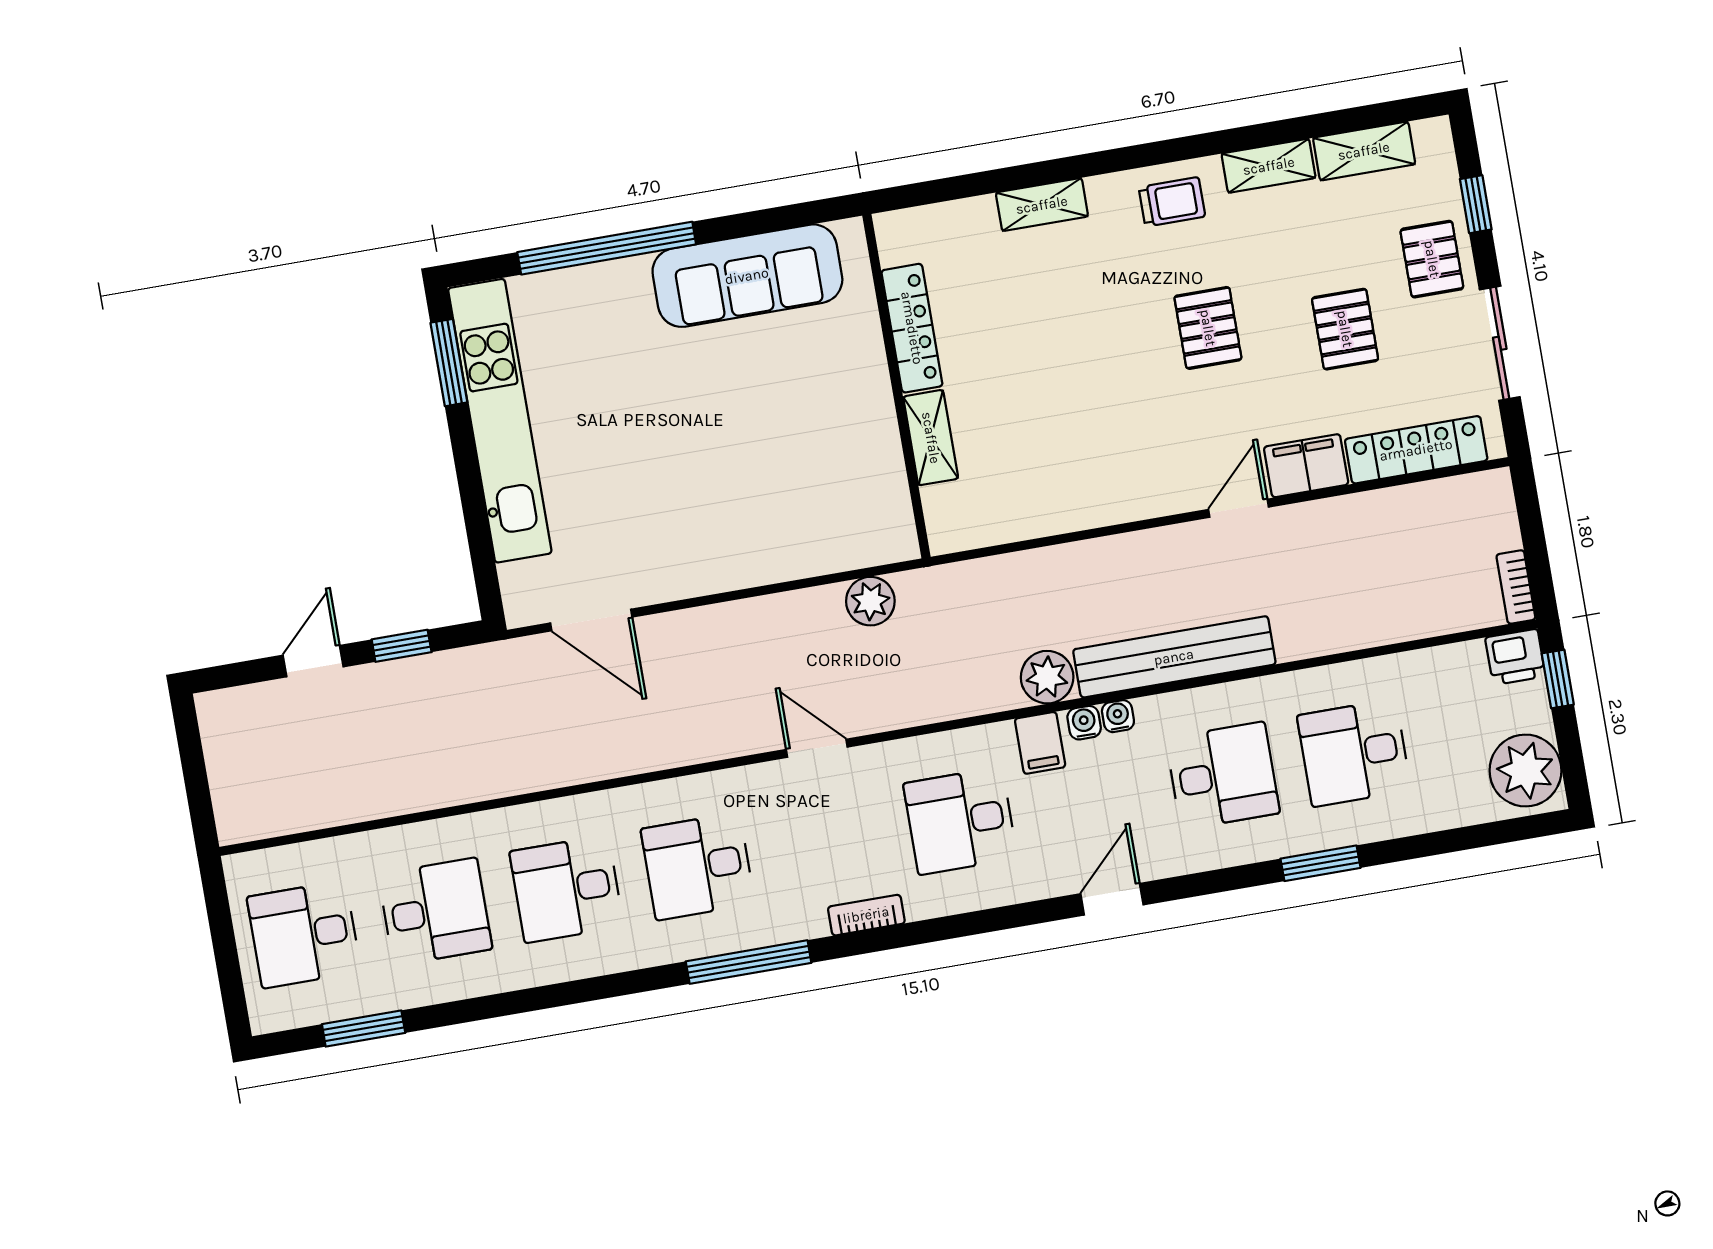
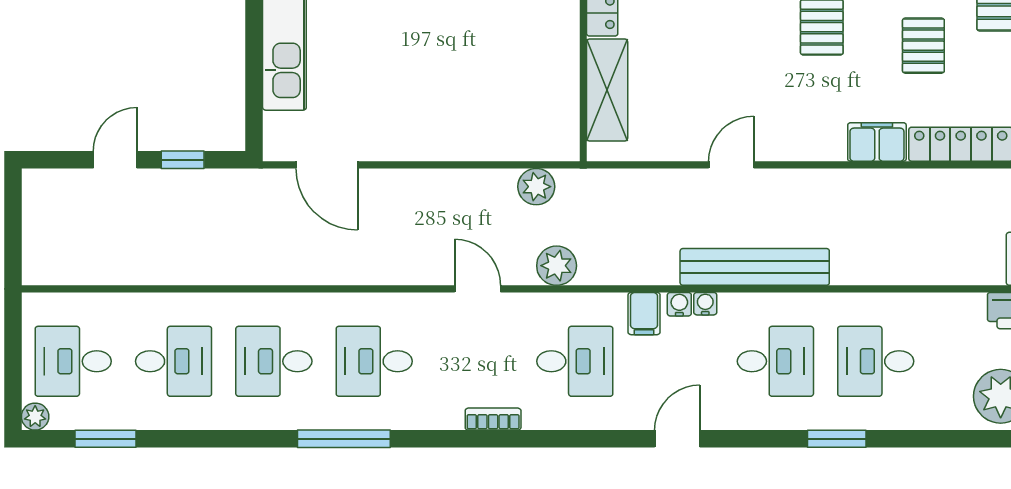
shelving: (931, 438) -> (607, 90), width x1.50, depth x1.33
door: (1238, 508) -> (731, 165), moved
plant: (1047, 677) -> (557, 266), moved
desk: (960, 821) -> (575, 361), turned 180
window: (749, 962) -> (344, 439), moved
plant: (267, 1015) -> (35, 417), added

